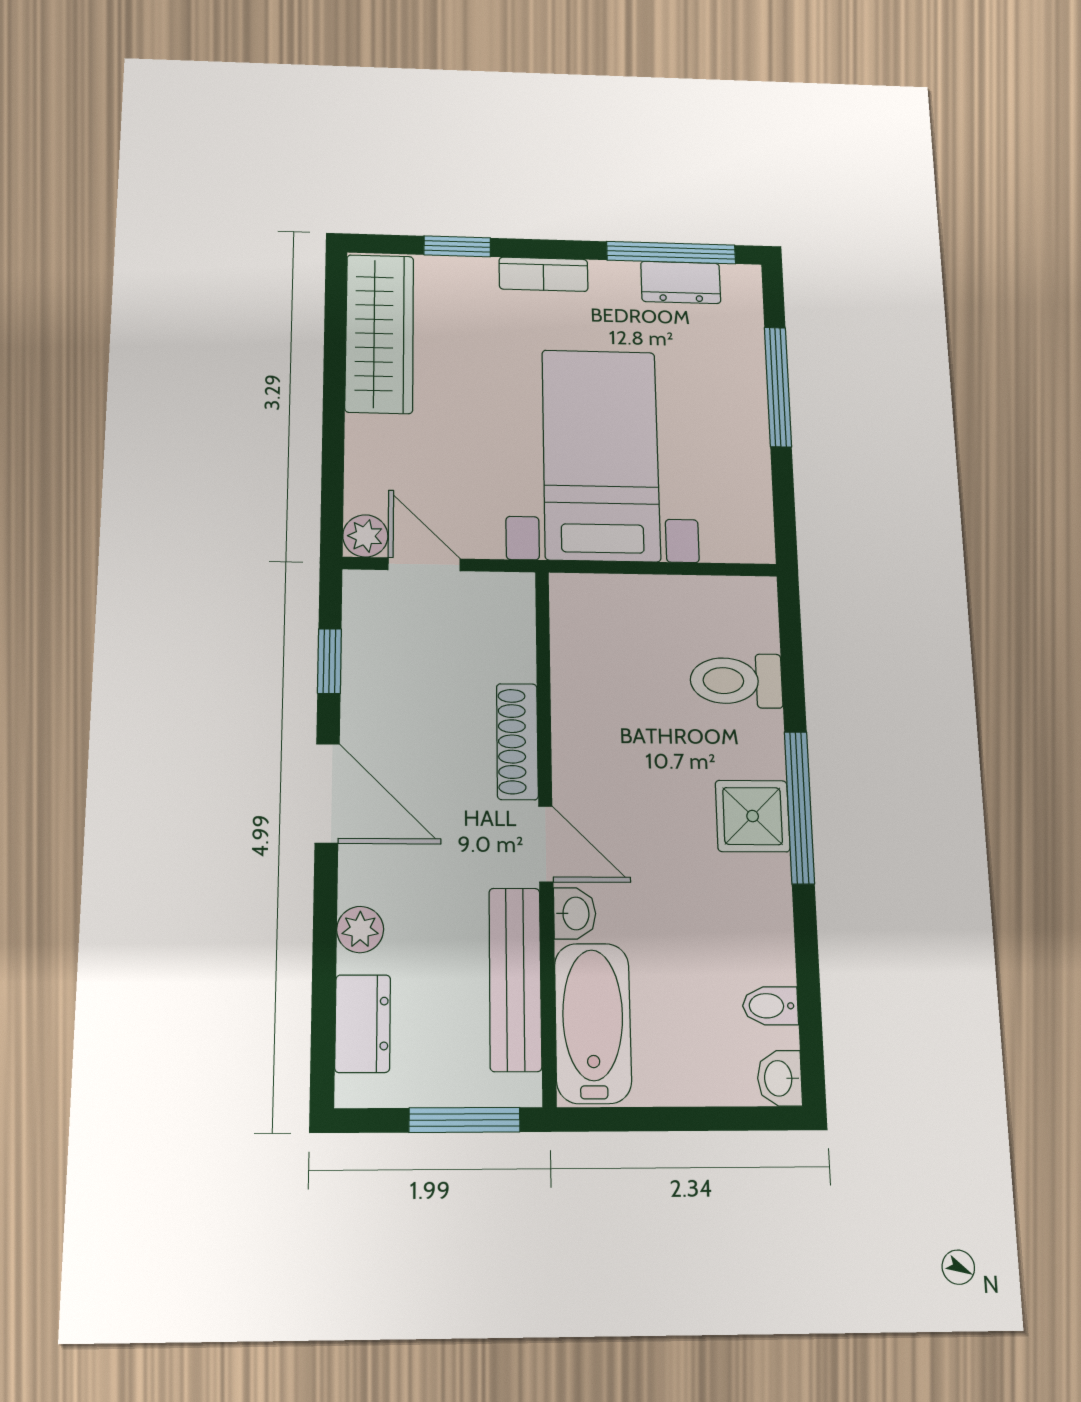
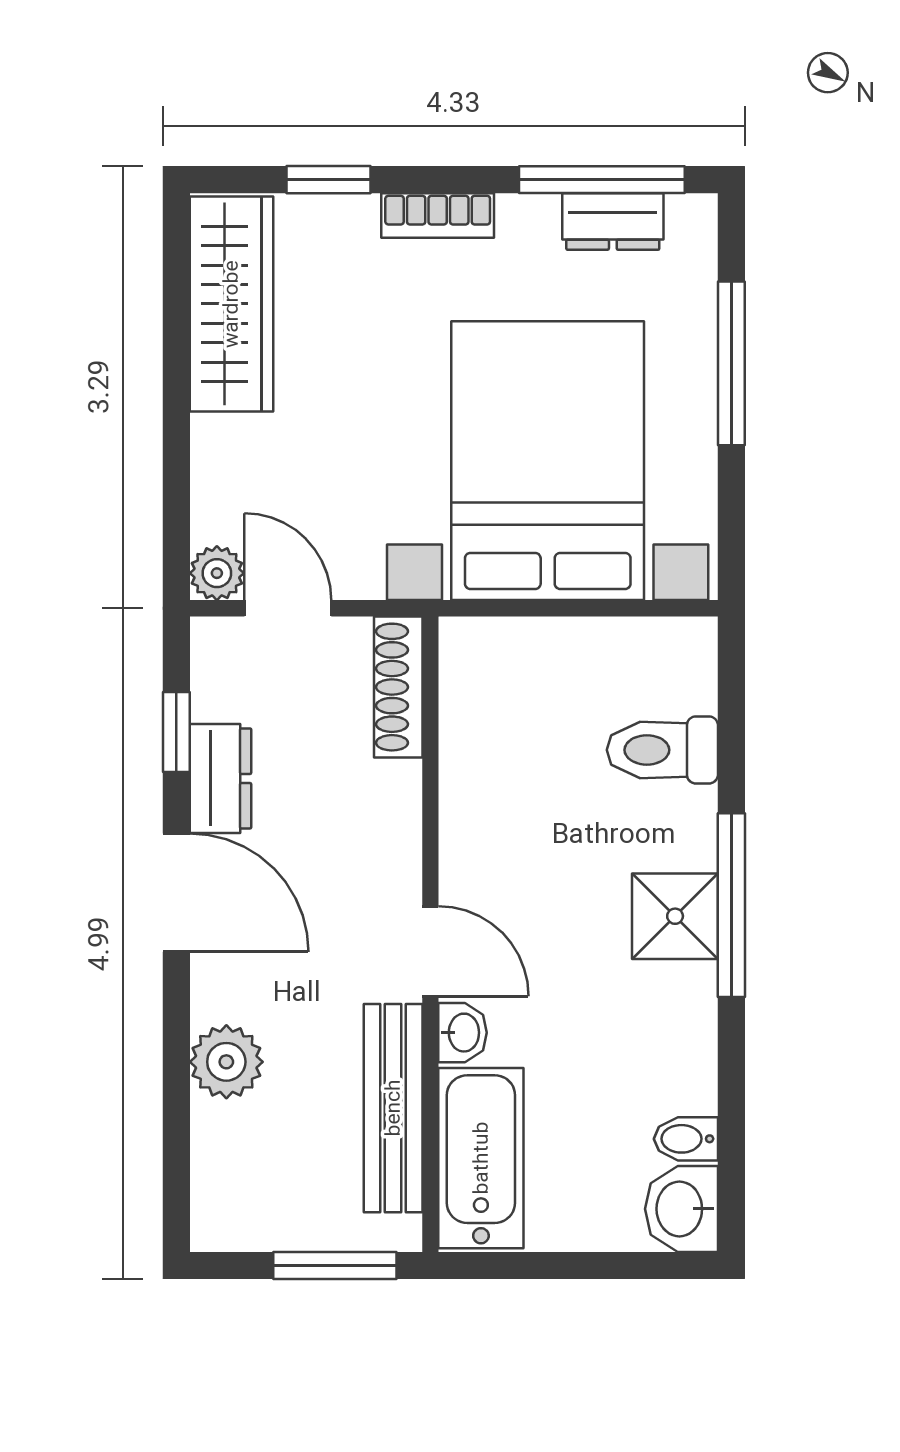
bed with nightstands: (601, 455) -> (548, 461), width x1.36
shoe rack: (517, 741) -> (398, 687), moved
plant: (360, 930) -> (226, 1062), width x1.38, depth x1.38
dresser: (363, 1023) -> (220, 778), moved
washbasin: (780, 1078) -> (681, 1209), width x1.38, depth x1.45

